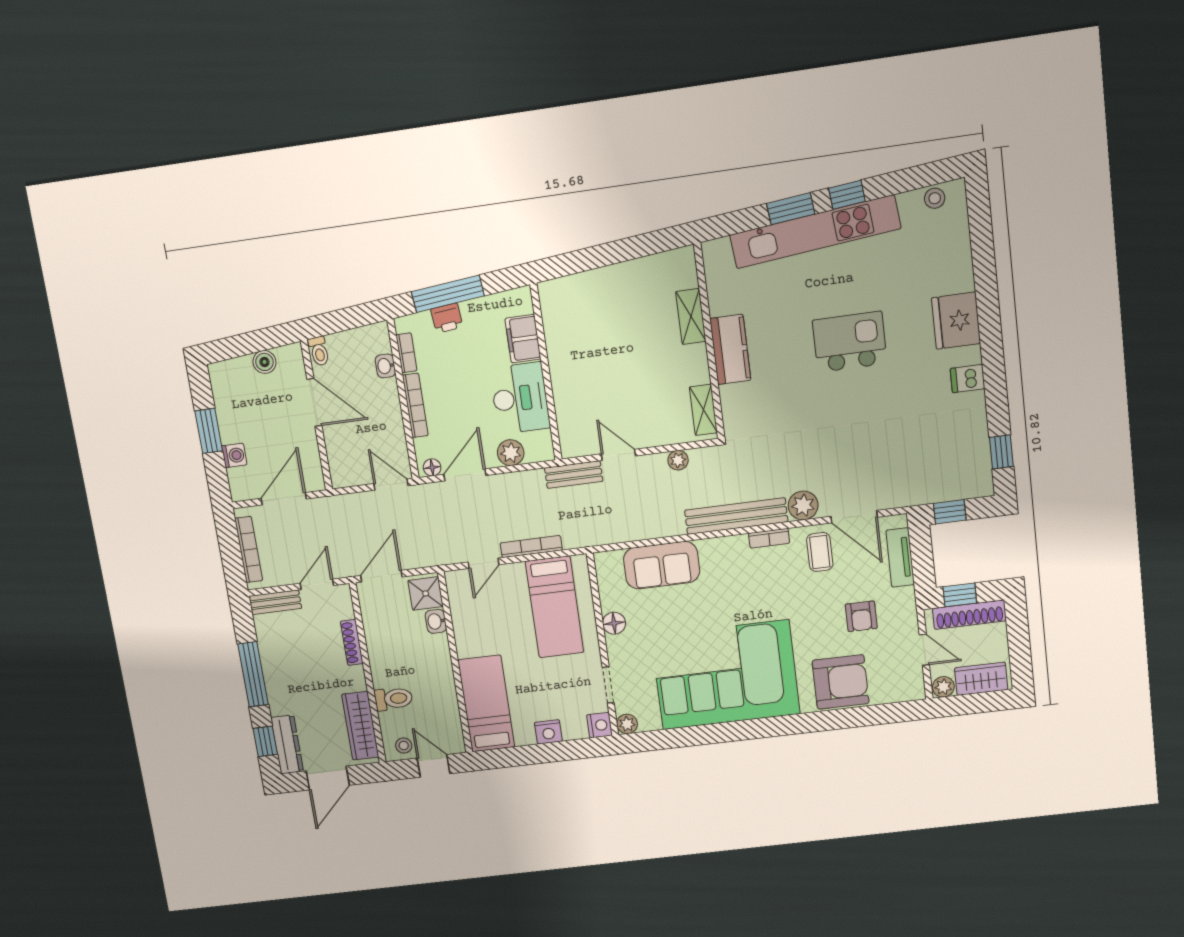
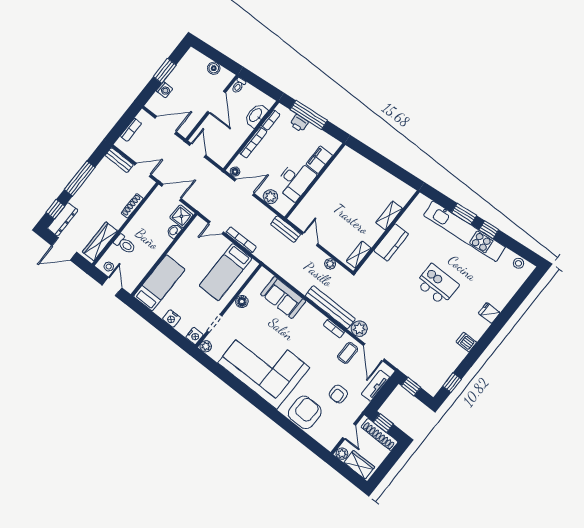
fridge: (956, 321) -> (489, 313), width x0.53, depth x0.75
washbasin: (385, 366) -> (256, 115), width x1.91, depth x1.45
door: (391, 485) -> (198, 150), moved
bookcase: (249, 550) -> (131, 130), width x0.64
armchair: (841, 682) -> (305, 412), turned -90

